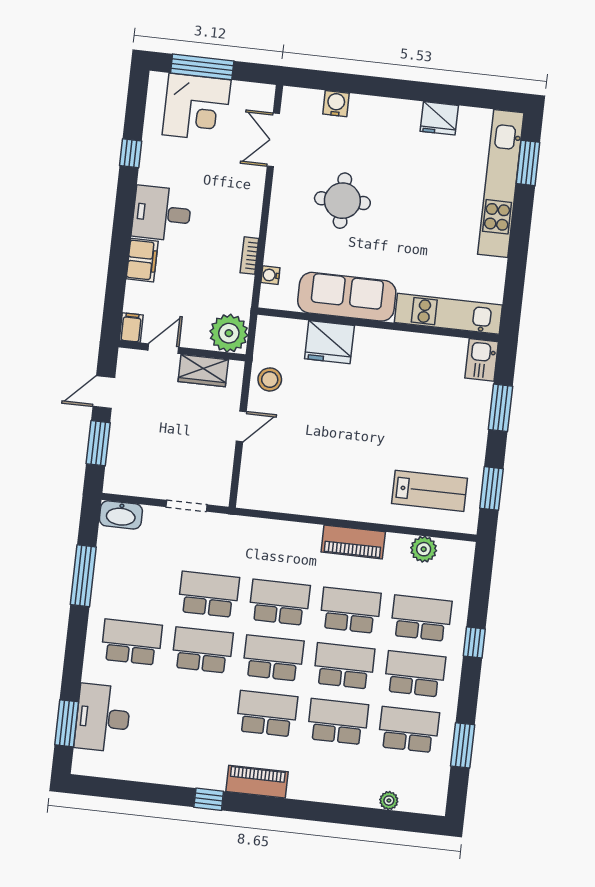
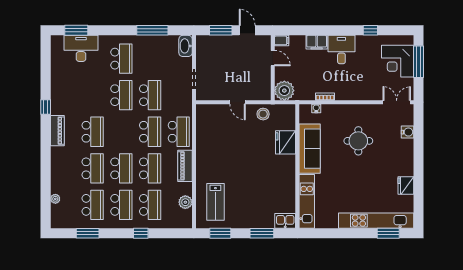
double door: (273, 140) -> (397, 102), moved
wardrobe: (203, 371) -> (264, 80), removed
school desk: (273, 658) -> (179, 132), moved

